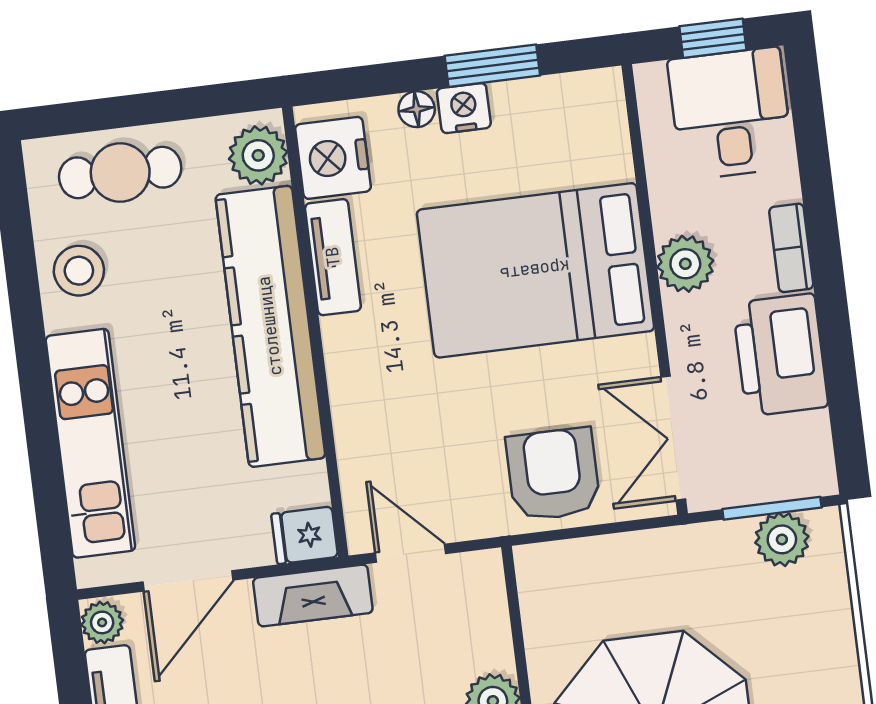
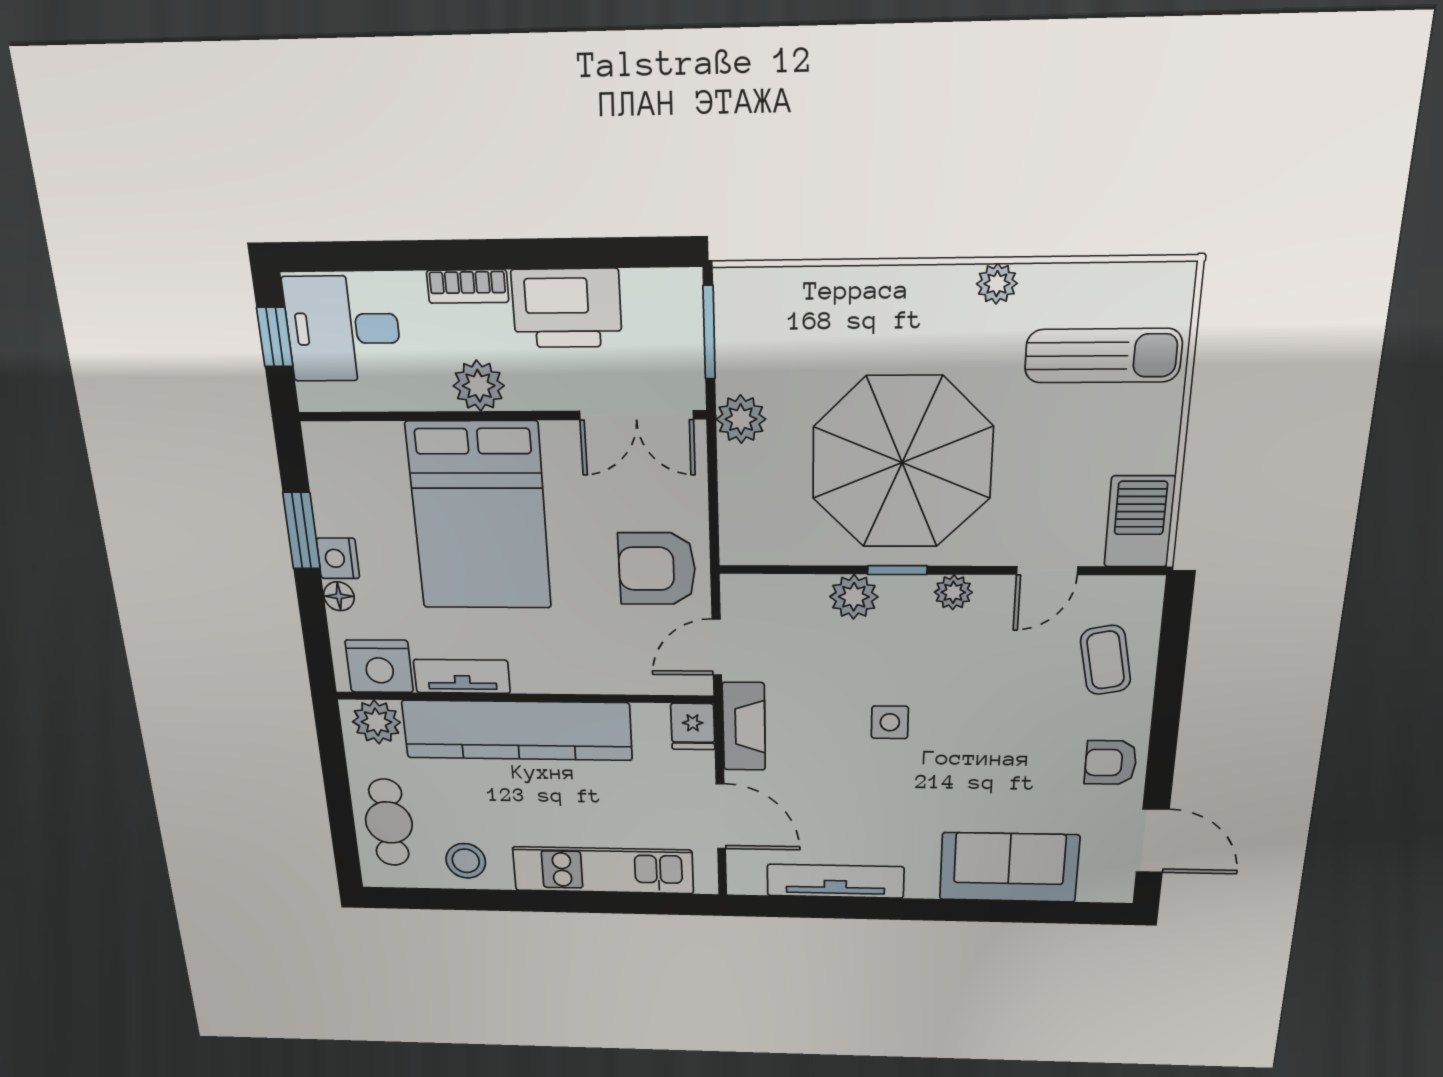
armchair: (553, 474) -> (657, 569), moved
plant: (782, 539) -> (741, 419), moved
plant: (102, 622) -> (747, 880), removed

